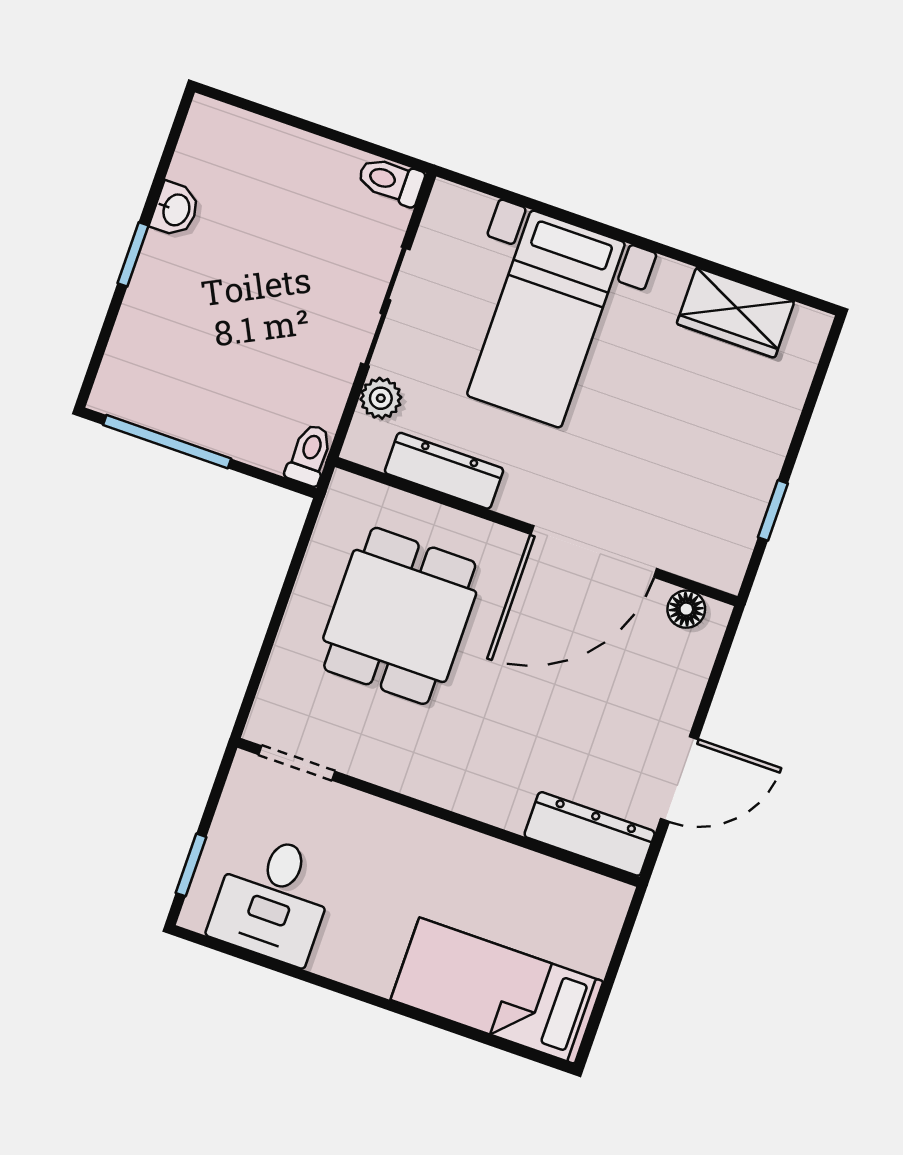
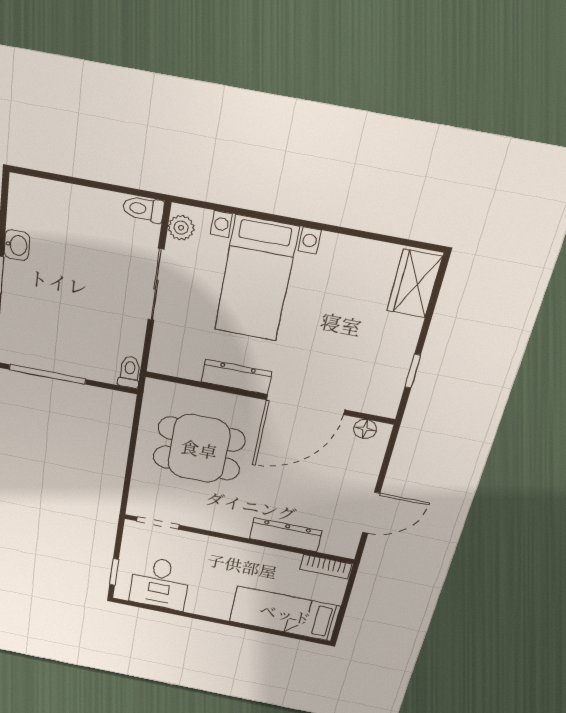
wardrobe: (735, 313) -> (414, 284), moved, turned 90
plant: (381, 398) -> (181, 228), moved
dresser: (444, 471) -> (236, 377), moved
dining table: (400, 616) -> (199, 449), turned 90
dresser: (590, 834) -> (286, 535), moved
bookcase: (586, 888) -> (326, 567), added

